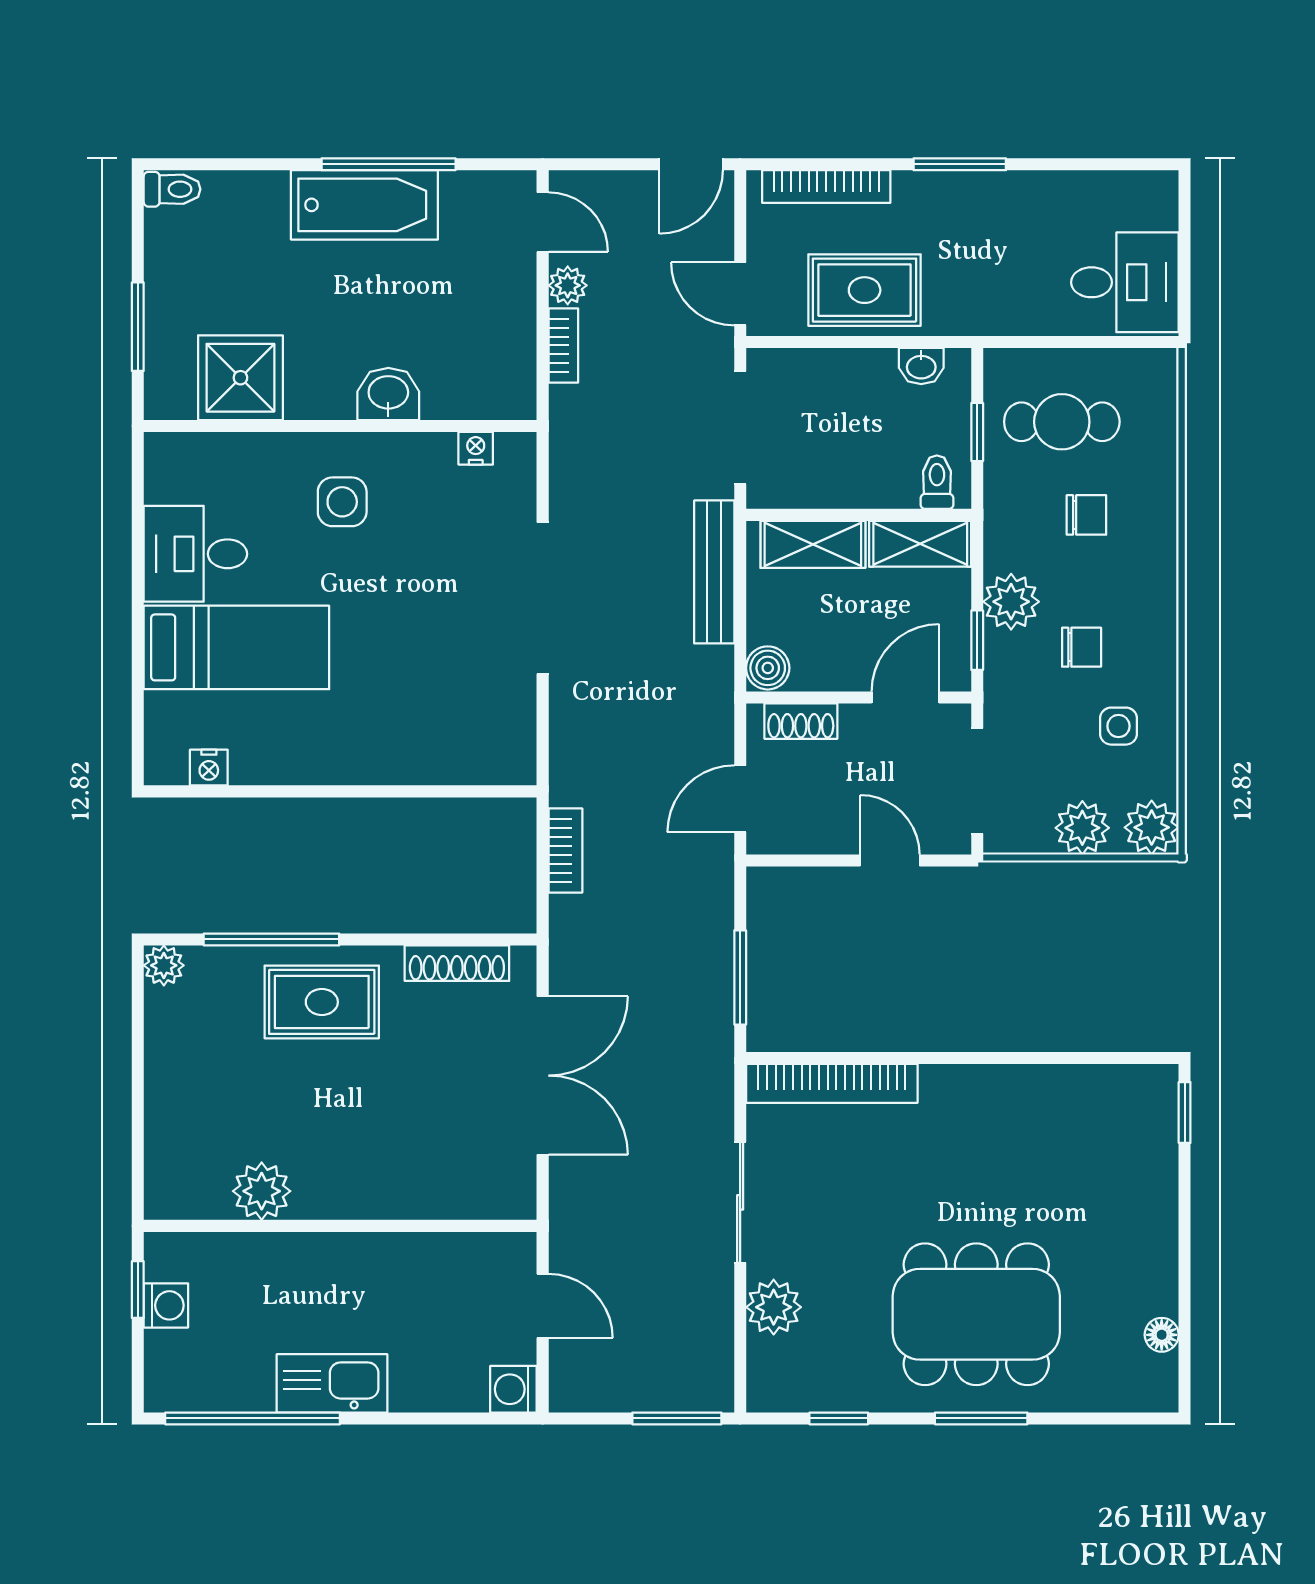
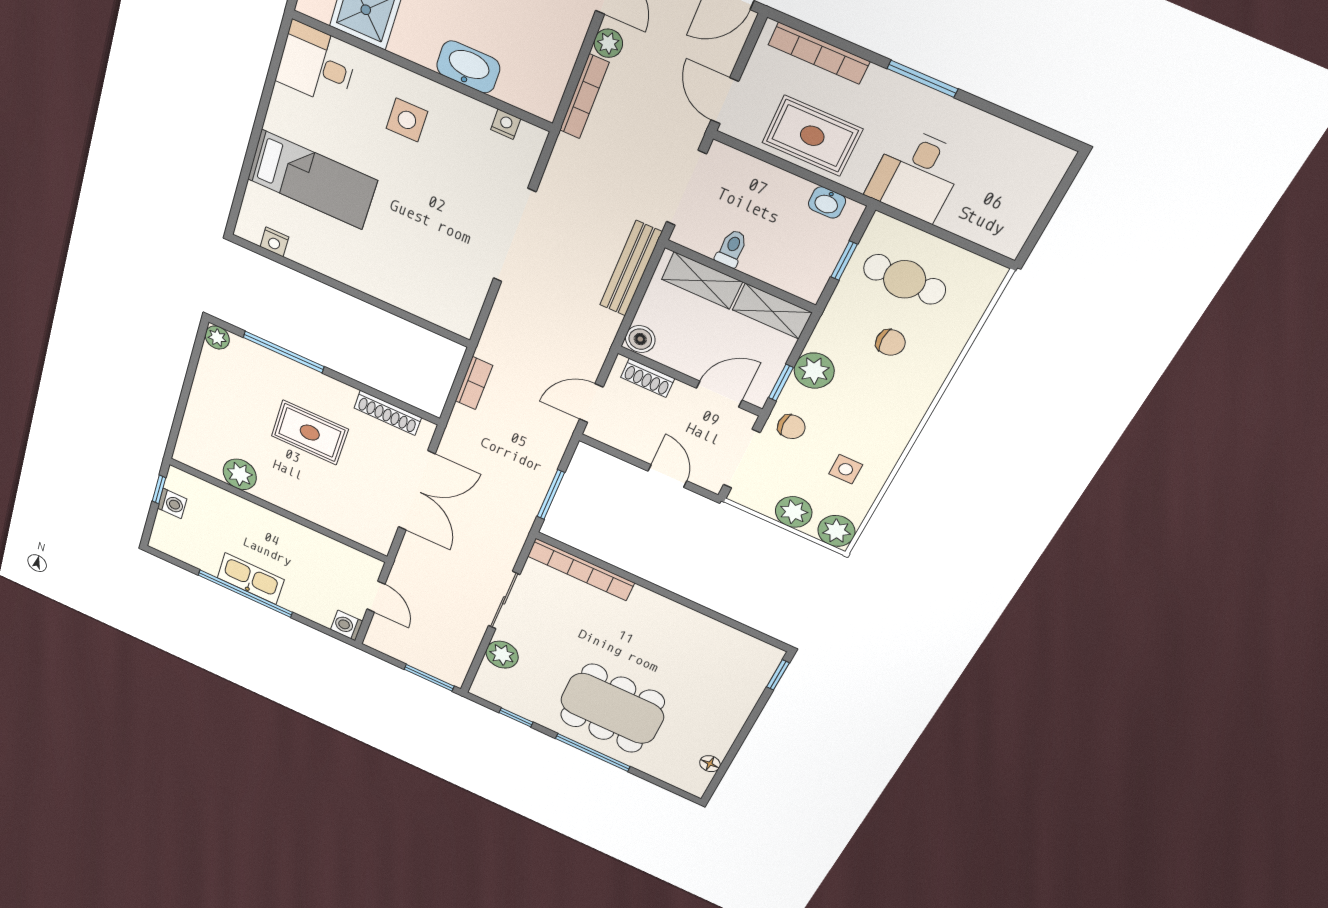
desk: (1125, 282) -> (916, 175), moved, turned 90
bookcase: (563, 345) -> (584, 97), width x1.56
washbasin: (388, 394) -> (468, 67), width x1.38
toilet: (937, 482) -> (732, 249), moved
desk: (195, 554) -> (316, 64), moved
chair: (1082, 647) -> (791, 427), moved
rug: (322, 1002) -> (310, 433), moved
window: (253, 1418) -> (245, 594), moved
window: (981, 1418) -> (593, 752), width x1.44

